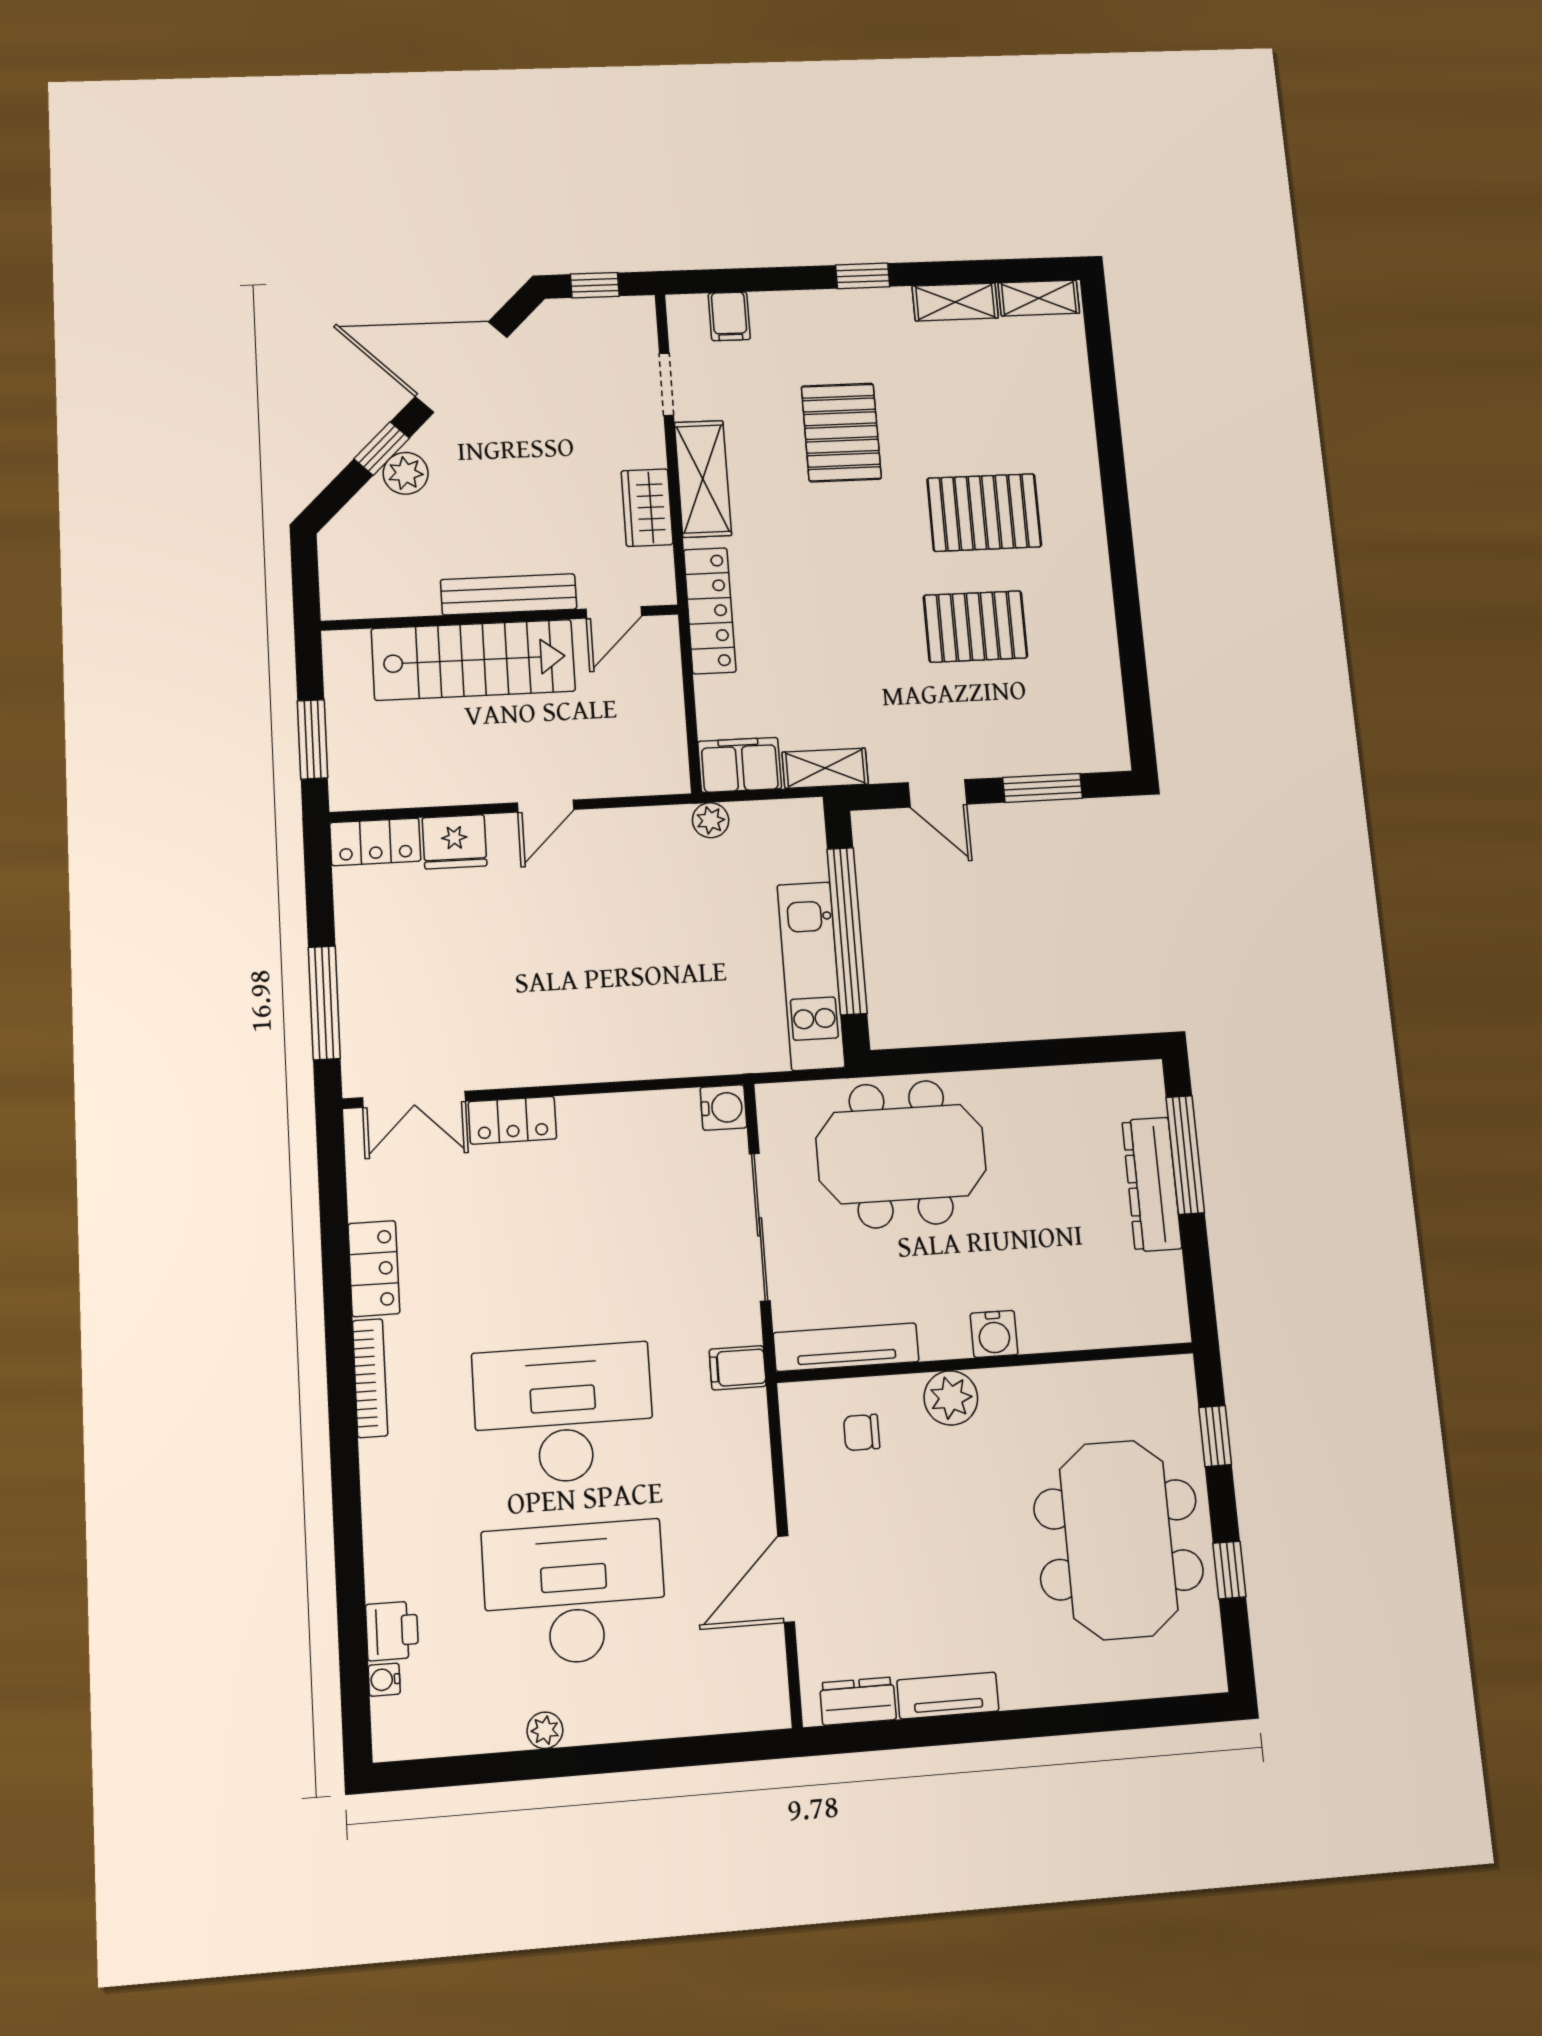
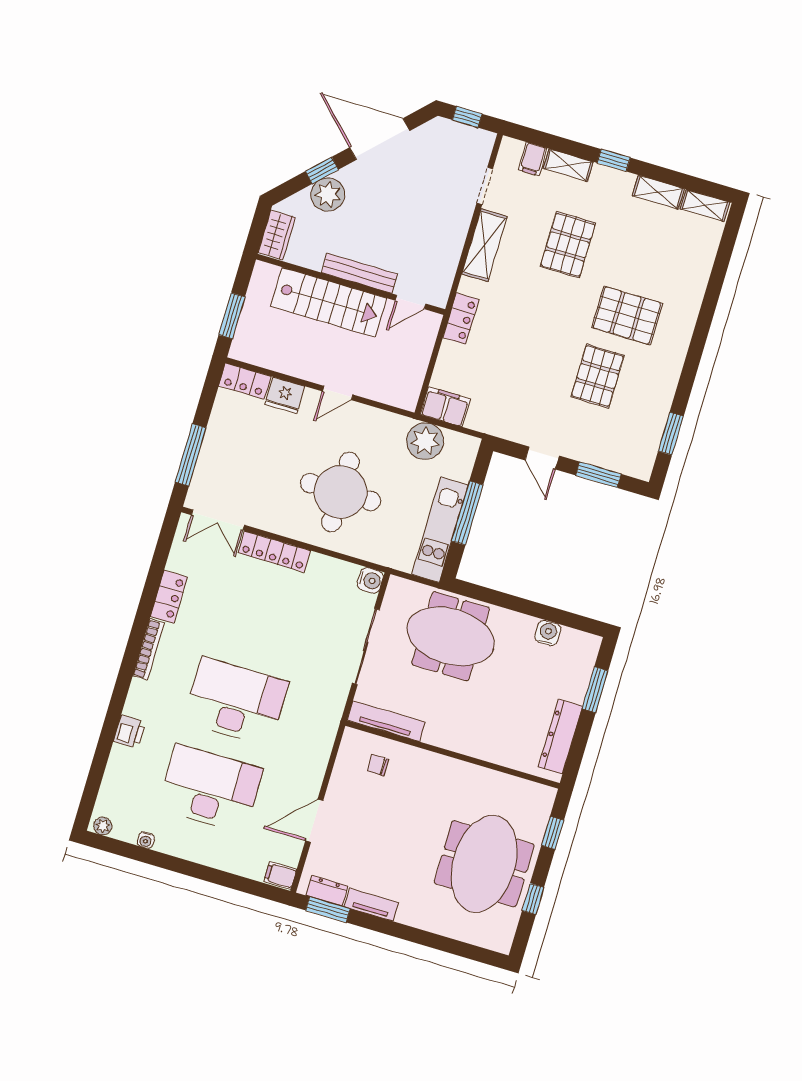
plant: (406, 473) -> (328, 194), width x1.36, depth x1.36
wardrobe: (647, 508) -> (277, 235), moved, turned 180
locker: (710, 611) -> (461, 319), width x0.66
pallet: (975, 627) -> (598, 376), turned 90
window: (1135, 678) -> (671, 434), added
shelving: (825, 768) -> (568, 165), moved
plant: (711, 820) -> (425, 441), width x1.87, depth x1.87
window: (847, 931) -> (467, 513), width x0.68
round table: (614, 973) -> (340, 492), added
locker: (512, 1120) -> (274, 552), width x1.53
window: (1185, 1155) -> (595, 690), width x0.69
dresser: (1152, 1184) -> (560, 737), moved
water cooler: (994, 1334) -> (548, 633), moved, turned 180
filing cabinet: (738, 1368) -> (280, 875), moved
plant: (951, 1398) -> (428, 765), removed
printer: (392, 1631) -> (129, 732), moved
water cooler: (384, 1680) -> (146, 840), moved, turned -90
plant: (545, 1730) -> (103, 826), moved
window: (873, 1736) -> (328, 910), added

